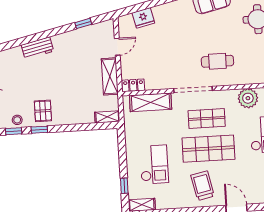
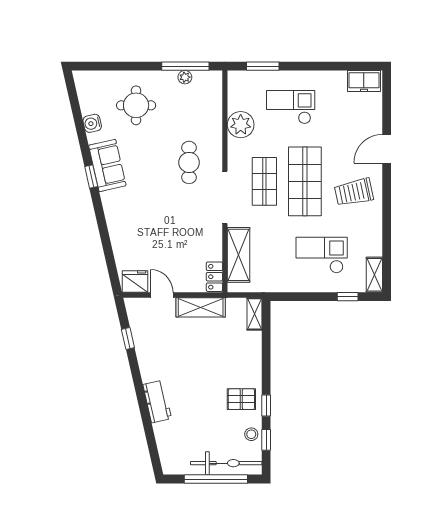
fridge: (143, 18) -> (135, 281), moved, turned -77

